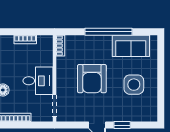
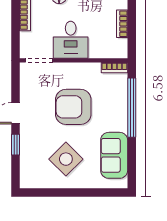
window: (109, 32) -> (132, 108), moved
side table: (134, 85) -> (66, 159), turned 45

